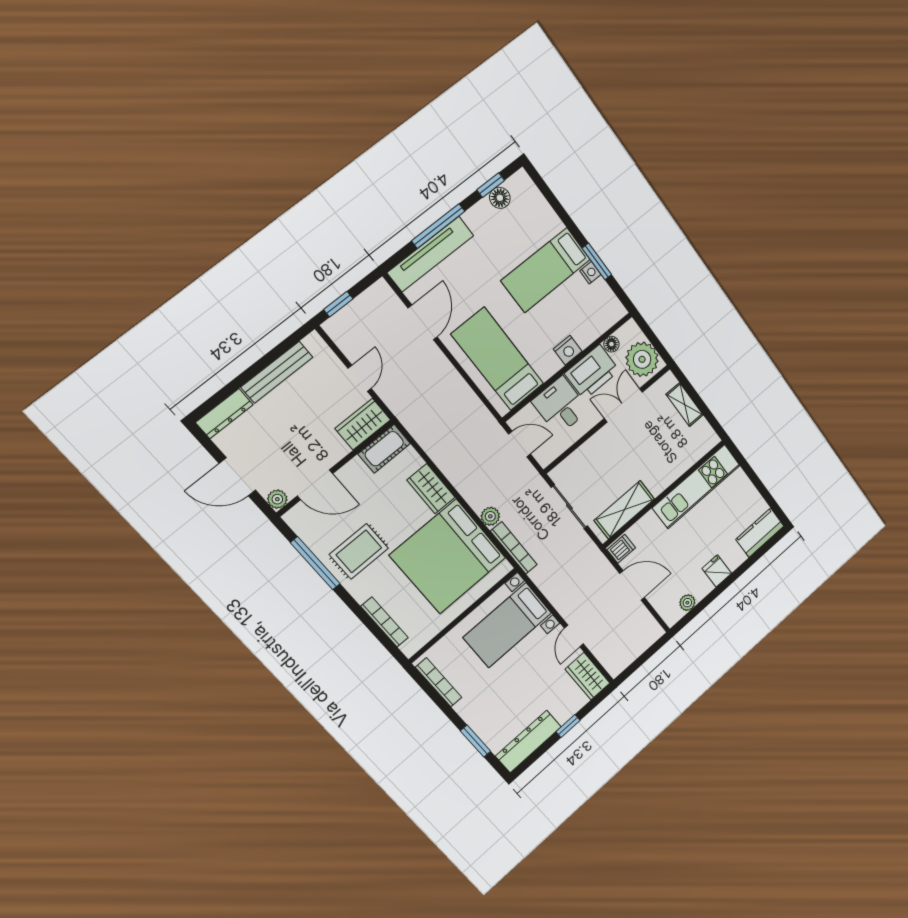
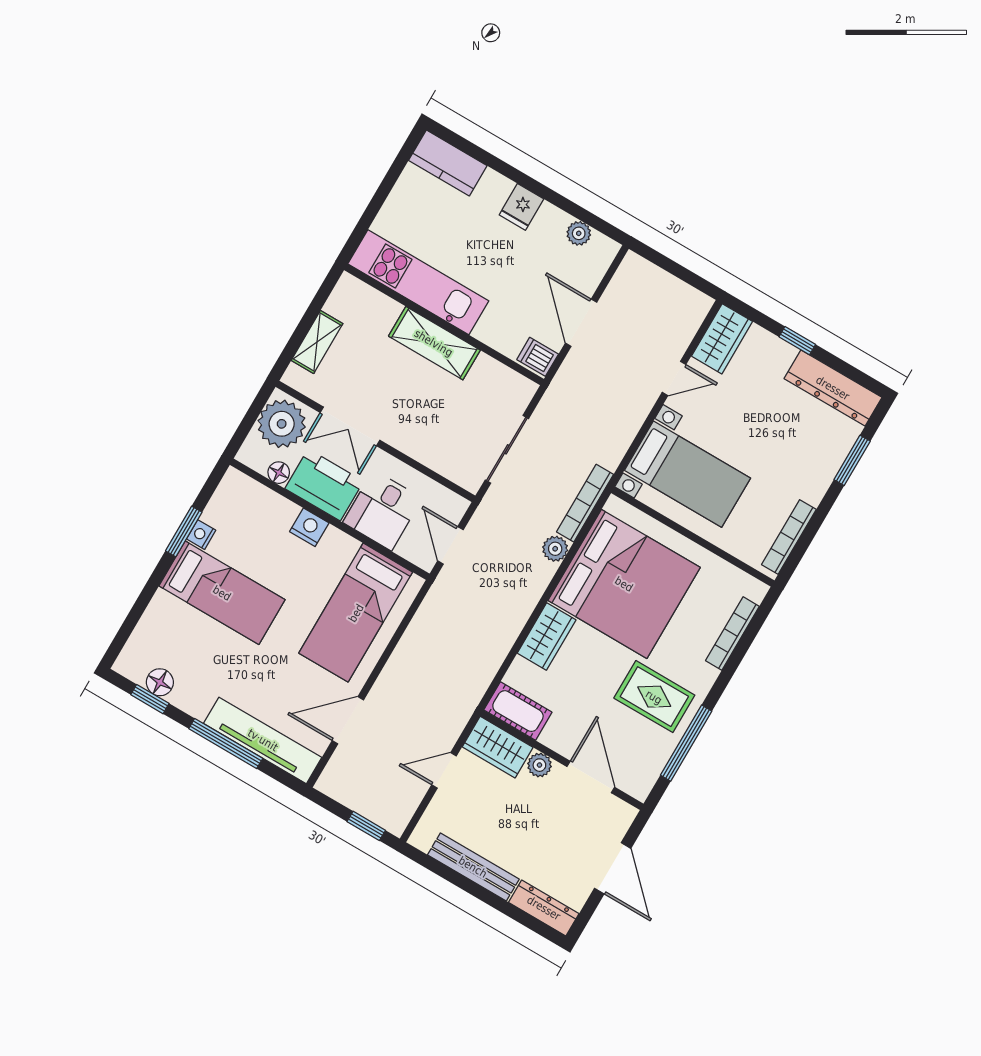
plant: (277, 499) -> (539, 765), moved
shelving: (624, 510) -> (434, 343), moved

